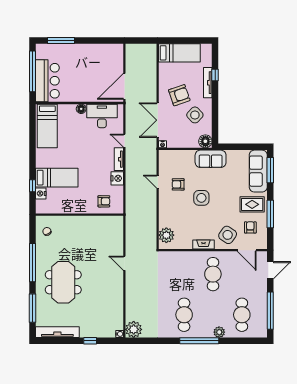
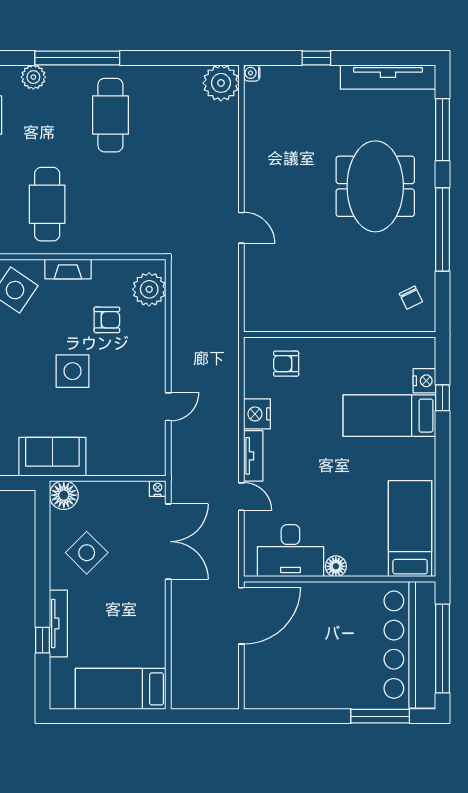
bar counter: (47, 81) -> (410, 645), width x1.36
armchair: (179, 95) -> (121, 596), removed
door: (158, 182) -> (168, 407), hinge flipped
armchair: (178, 184) -> (107, 320), moved

